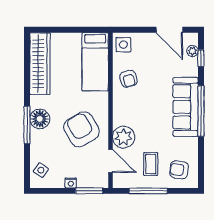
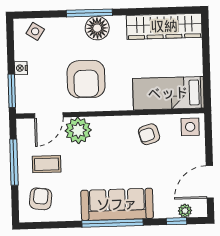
armchair: (81, 129) -> (86, 79), turned 120

